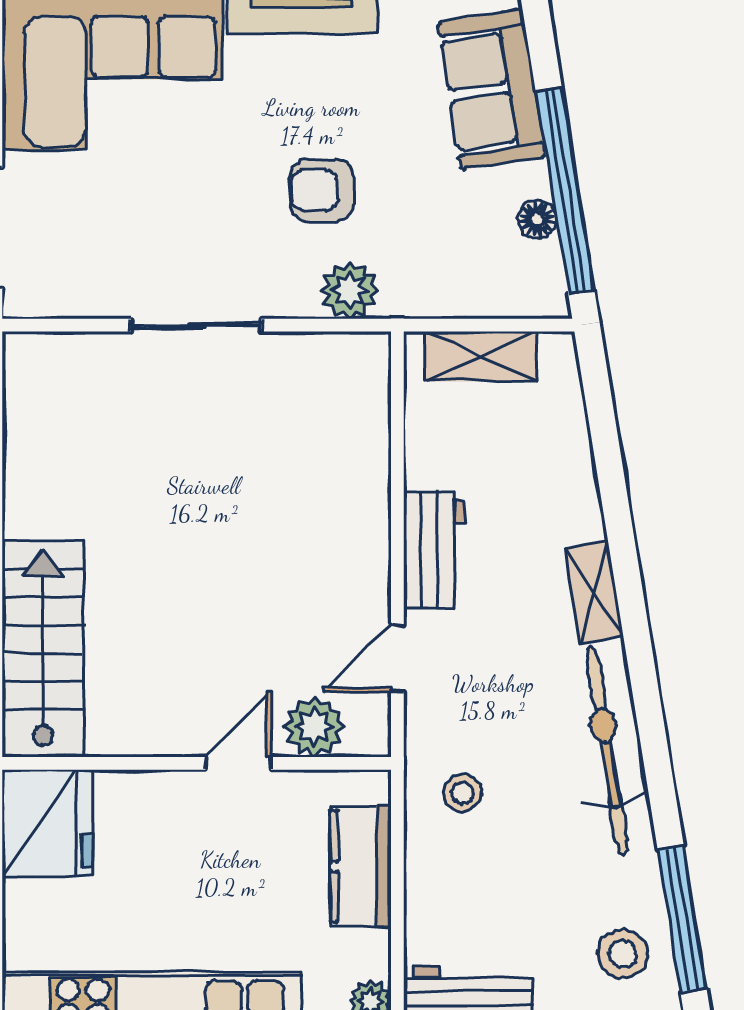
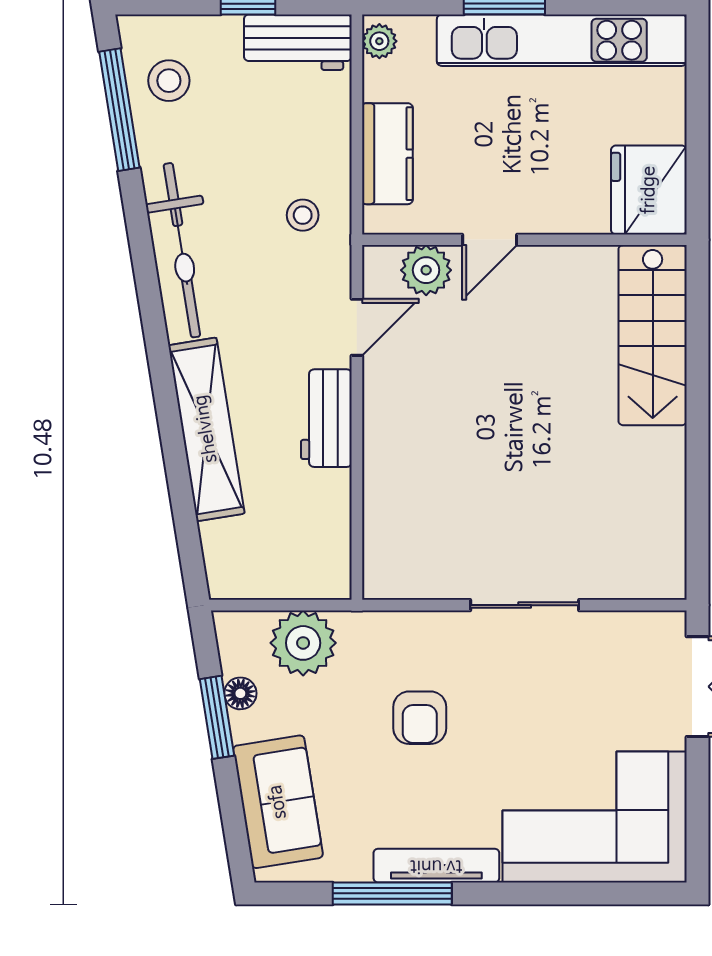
armchair: (322, 190) -> (420, 718), turned 90
window: (565, 191) -> (217, 717), width x0.47
plant: (350, 290) -> (303, 643), moved, width x1.36, depth x1.36
shelving: (481, 356) -> (287, 579), removed
shelving: (594, 592) -> (206, 429), width x2.20, depth x1.33

